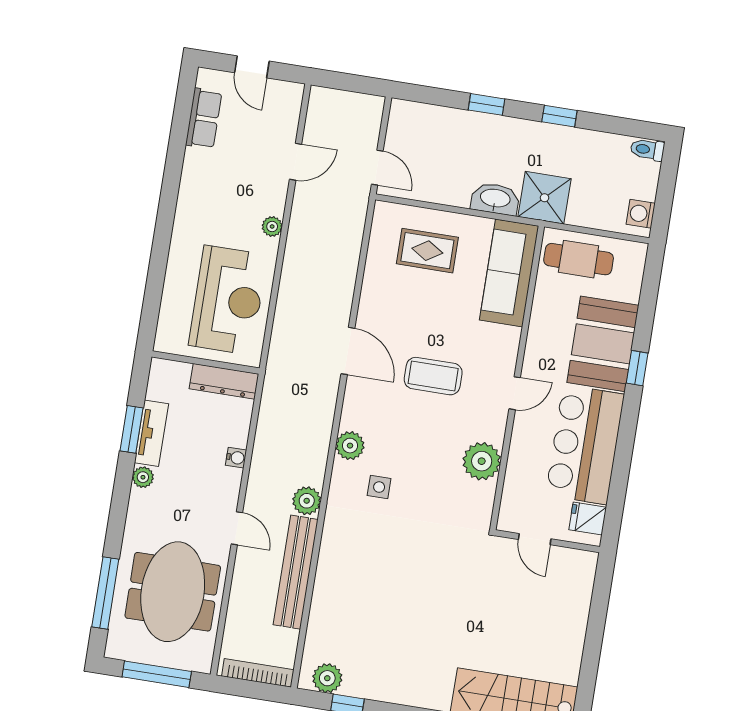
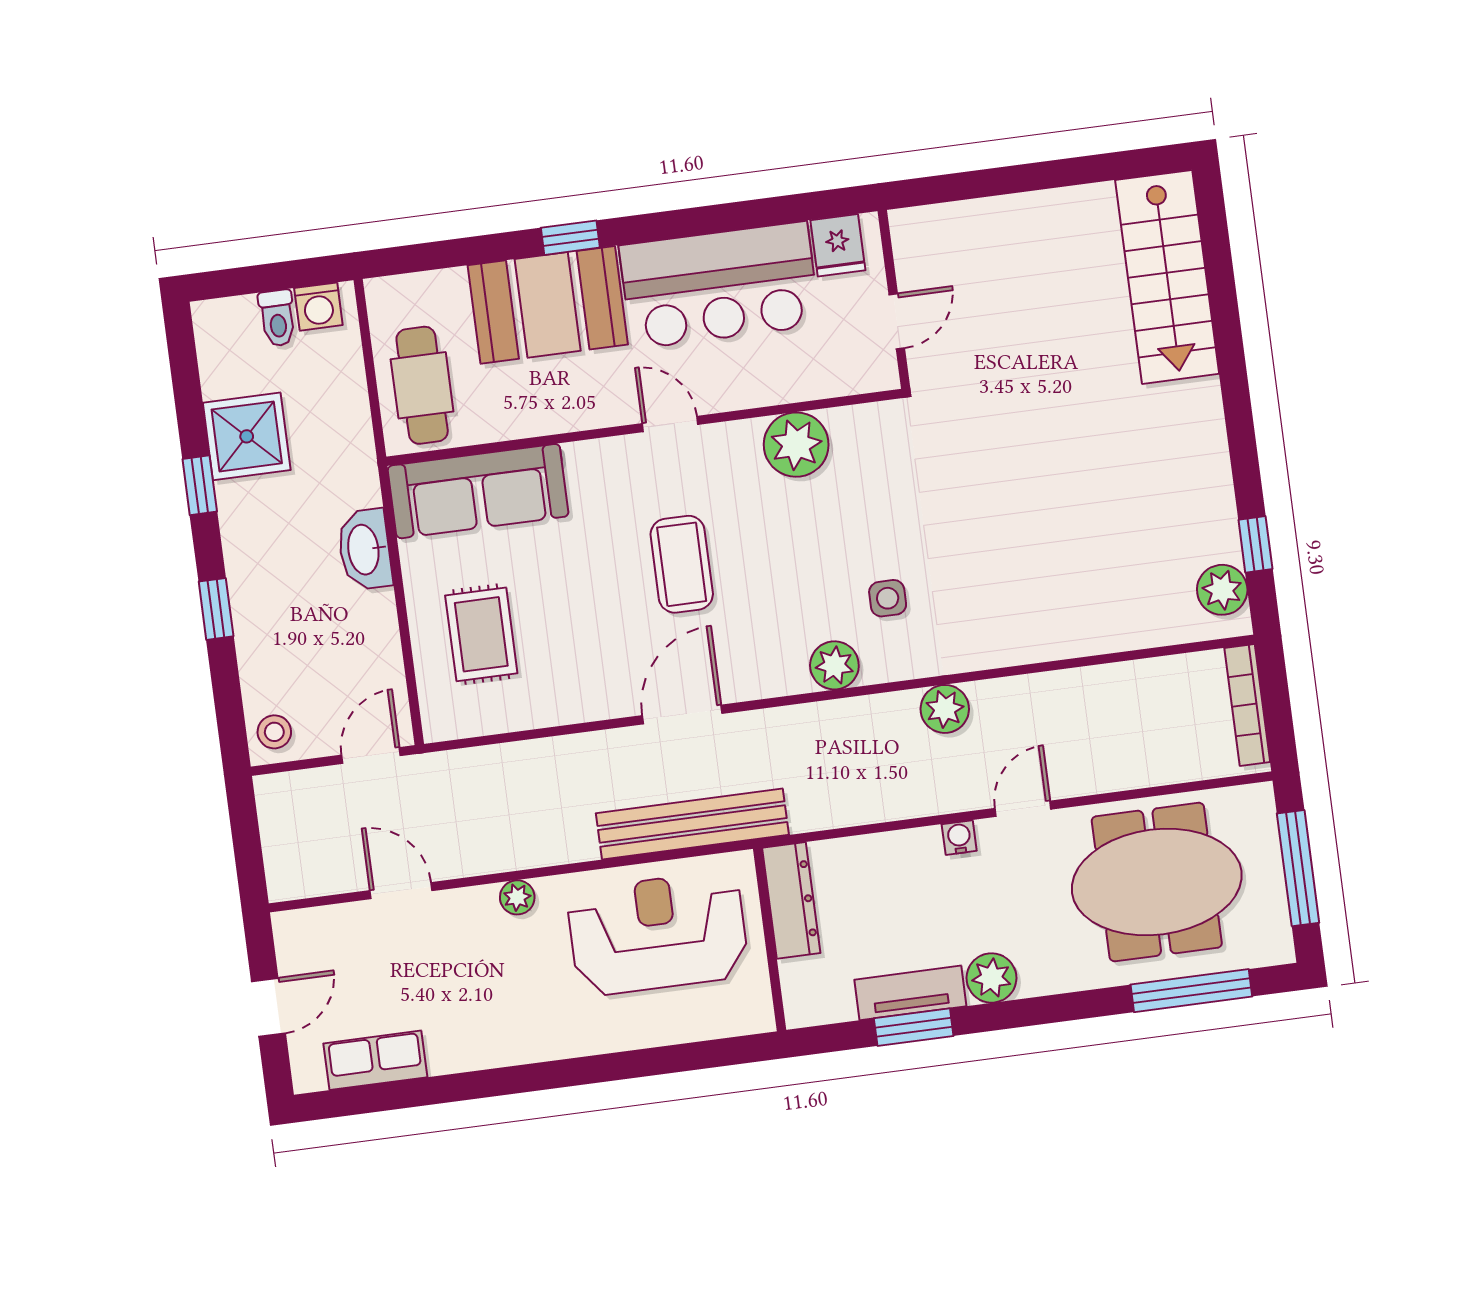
stool: (407, 117) -> (274, 732), added
toilet: (647, 150) -> (277, 318), moved
shower: (545, 198) -> (247, 436), moved
water cooler: (236, 458) -> (959, 838), moved
plant: (143, 477) -> (992, 978), width x1.38, depth x1.38
bench: (296, 572) -> (692, 824), moved

